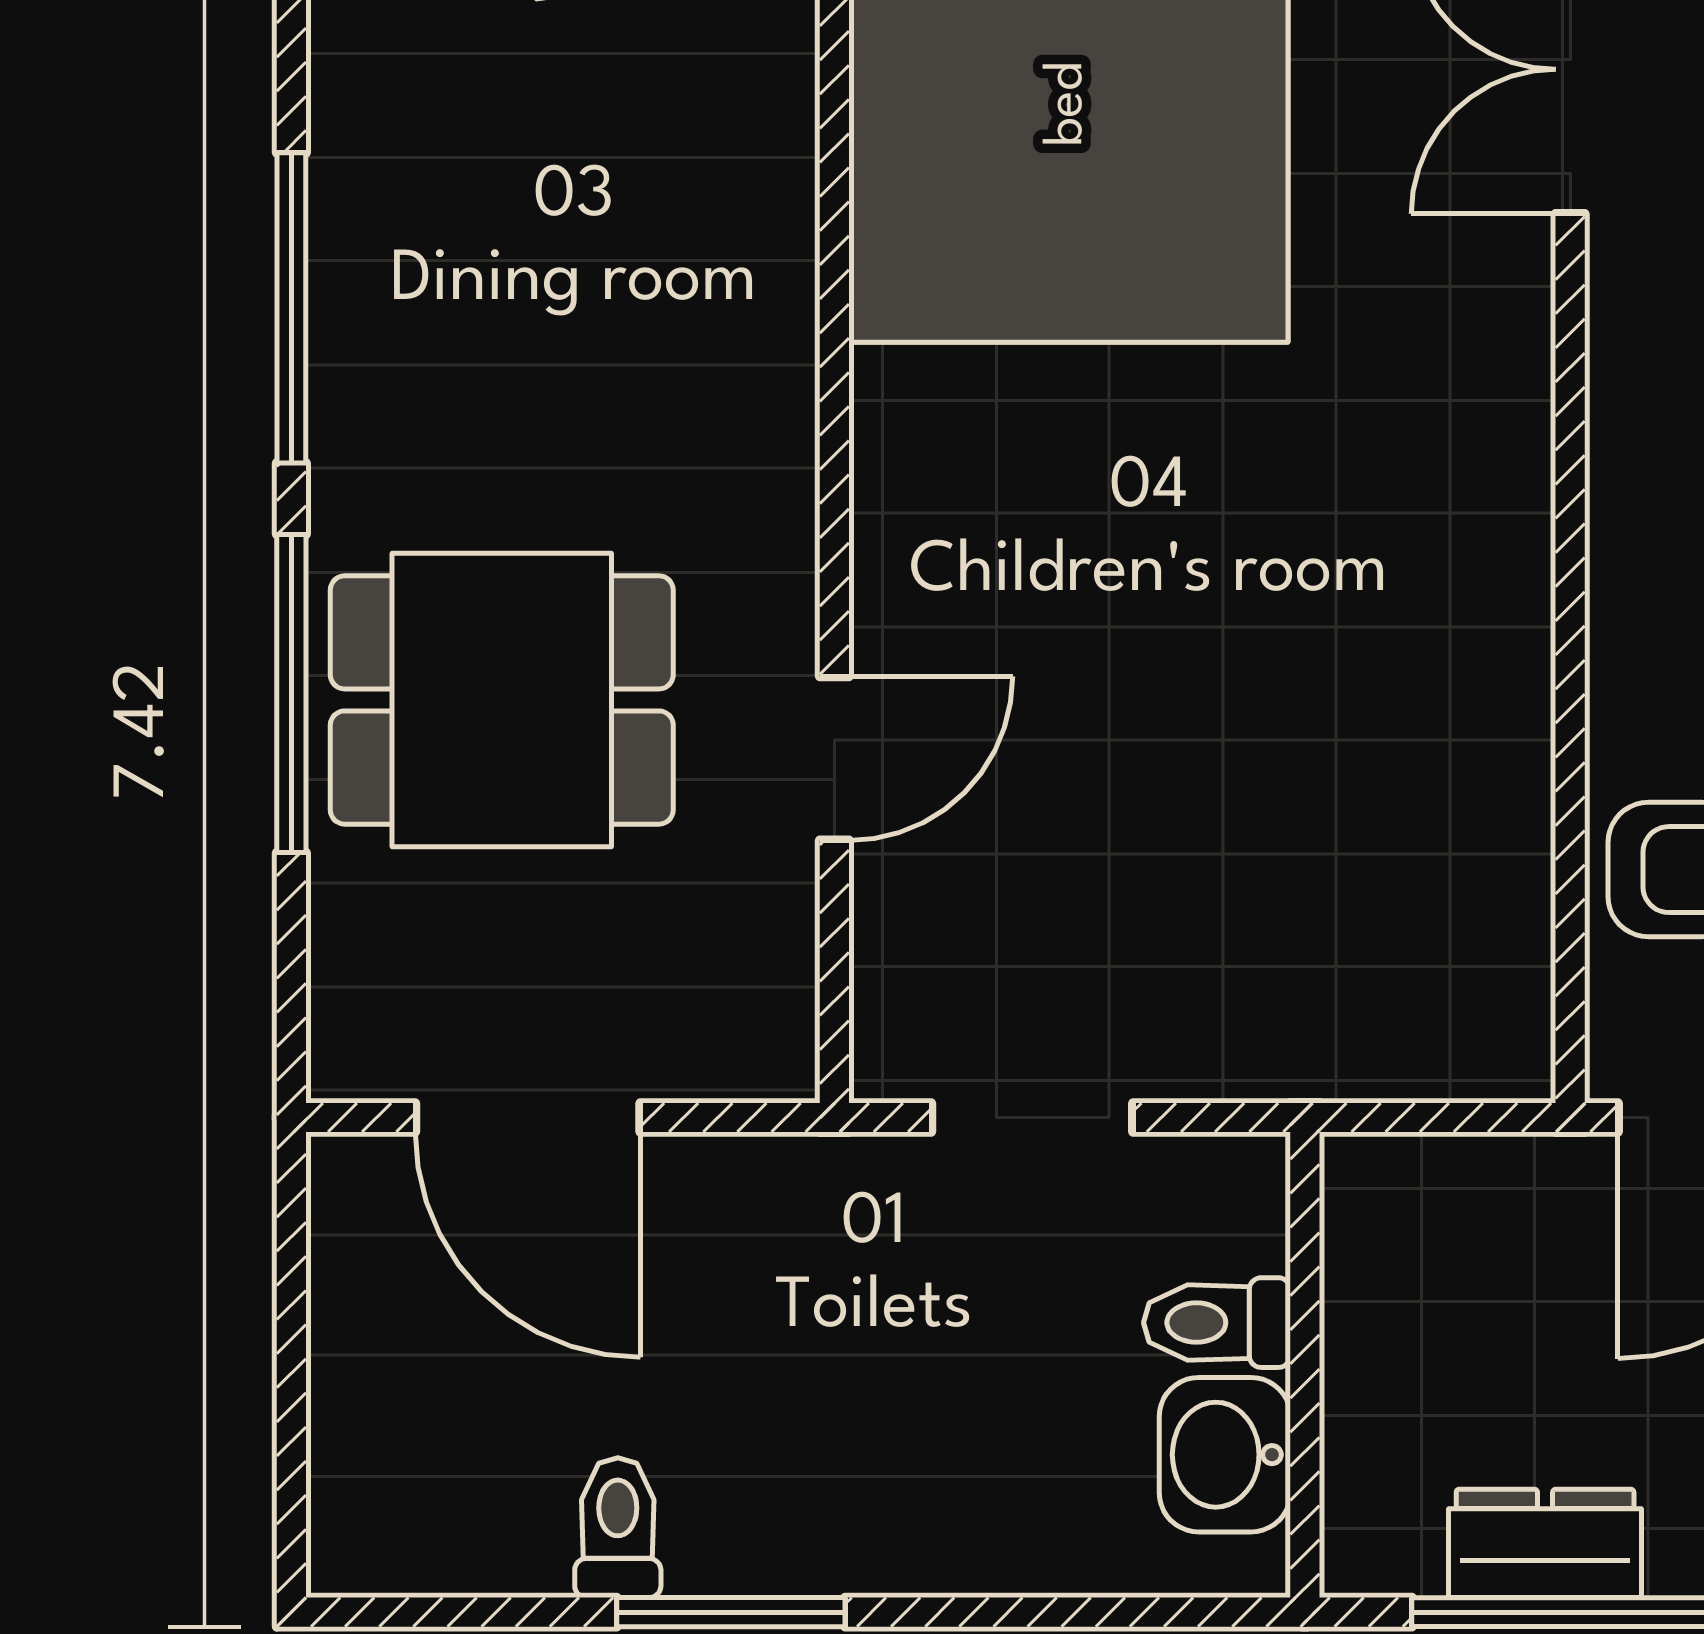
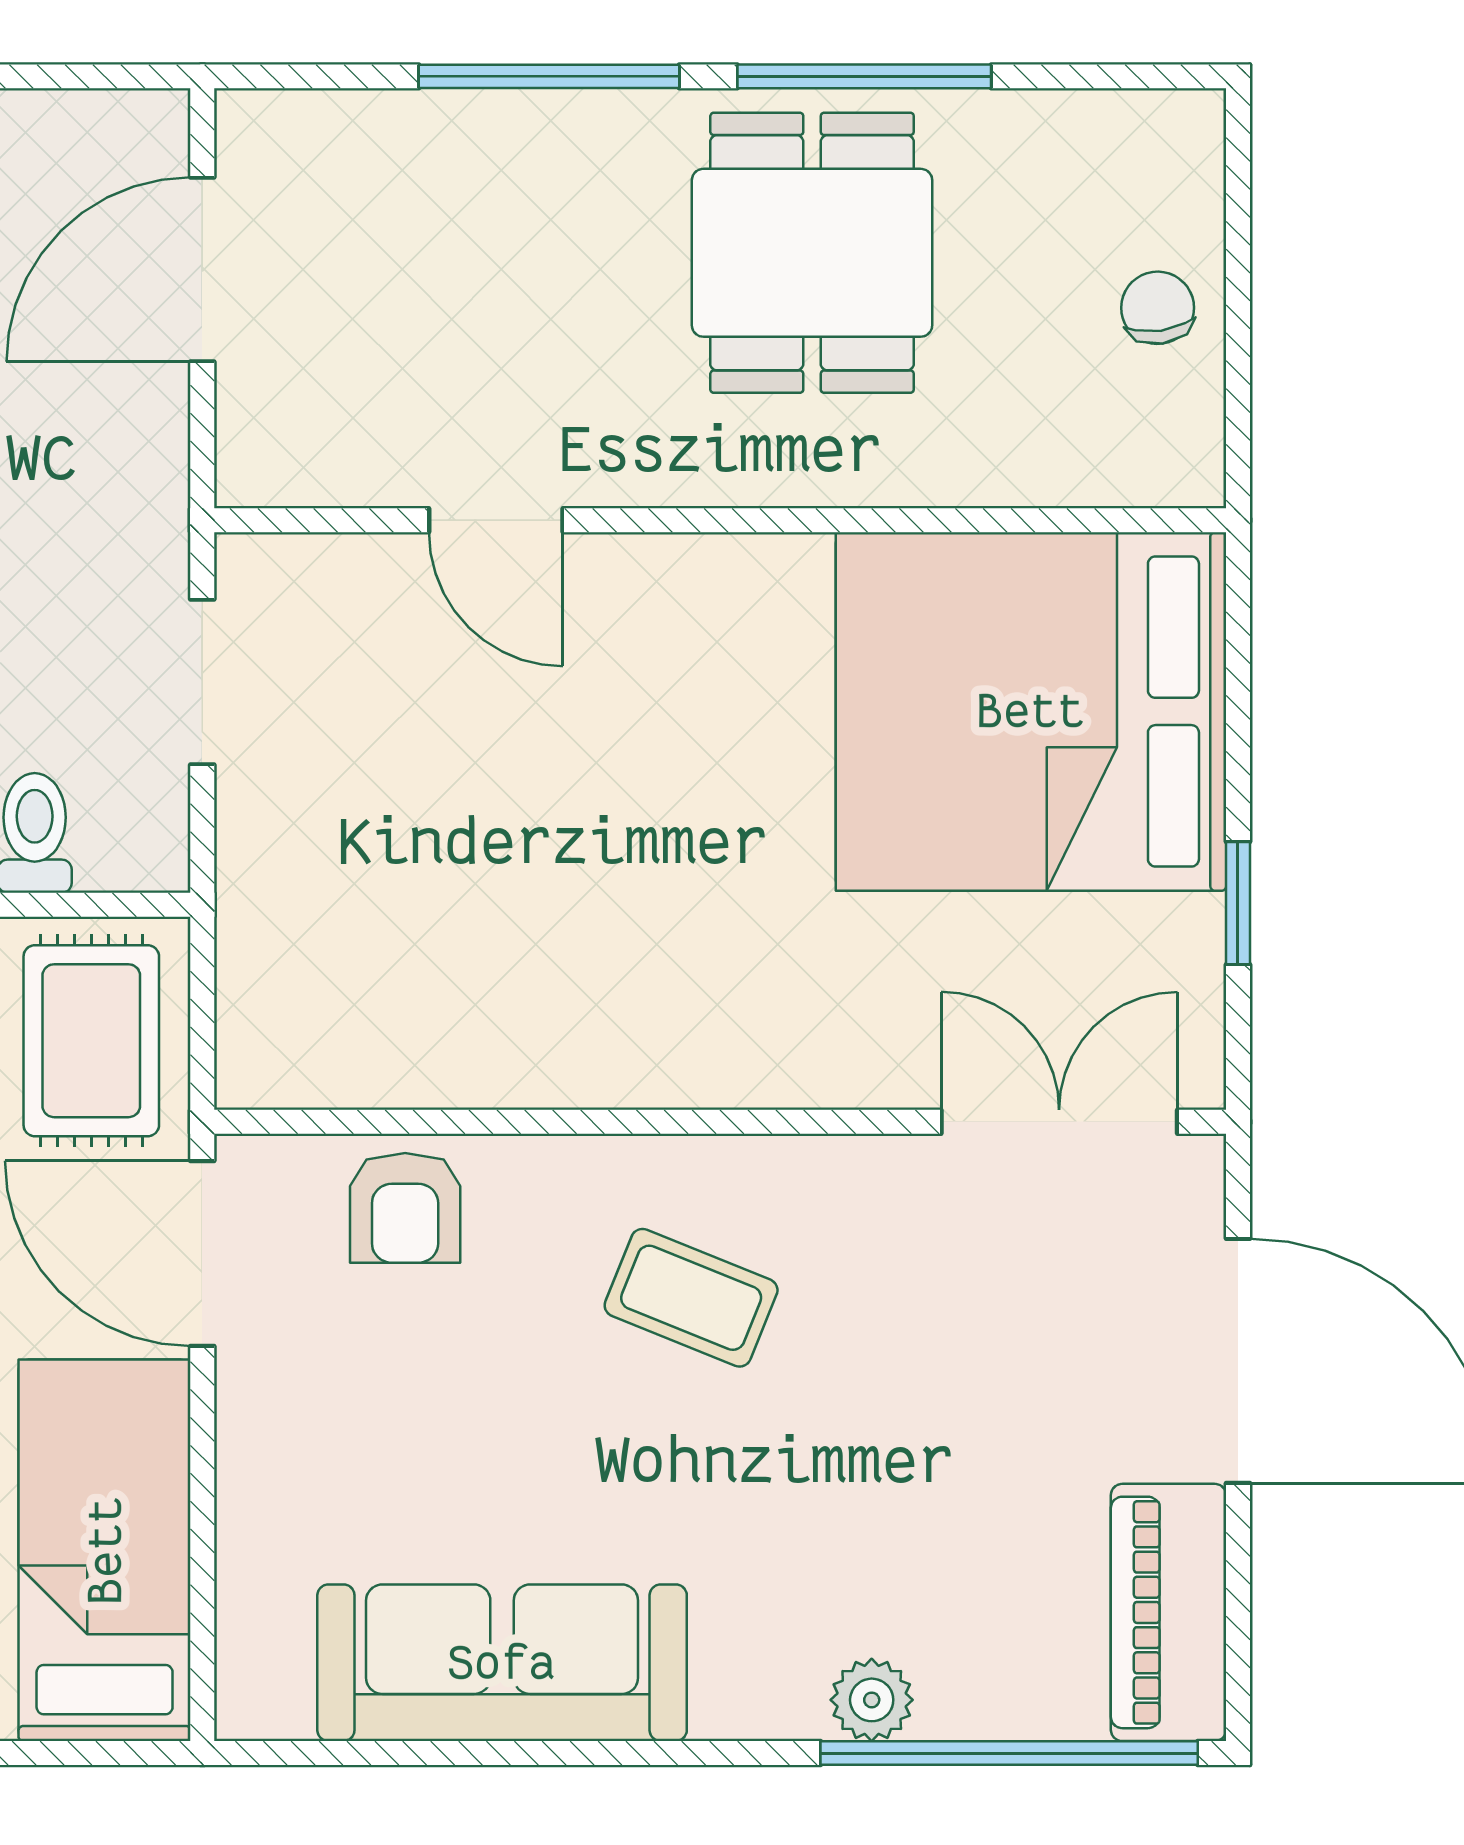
dining table: (502, 700) -> (812, 253), moved
rug: (1471, 1253) -> (91, 1041), added

